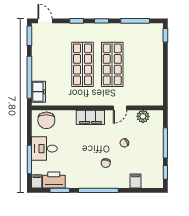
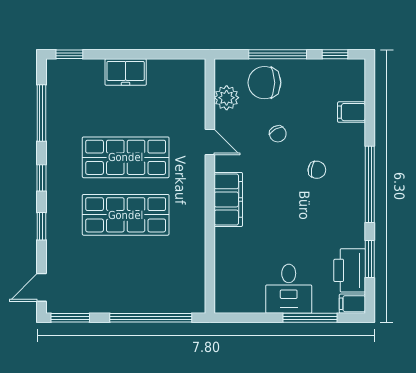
freezer: (38, 92) -> (126, 72), moved, turned 180
chair: (46, 120) -> (264, 83), moved, turned 180

